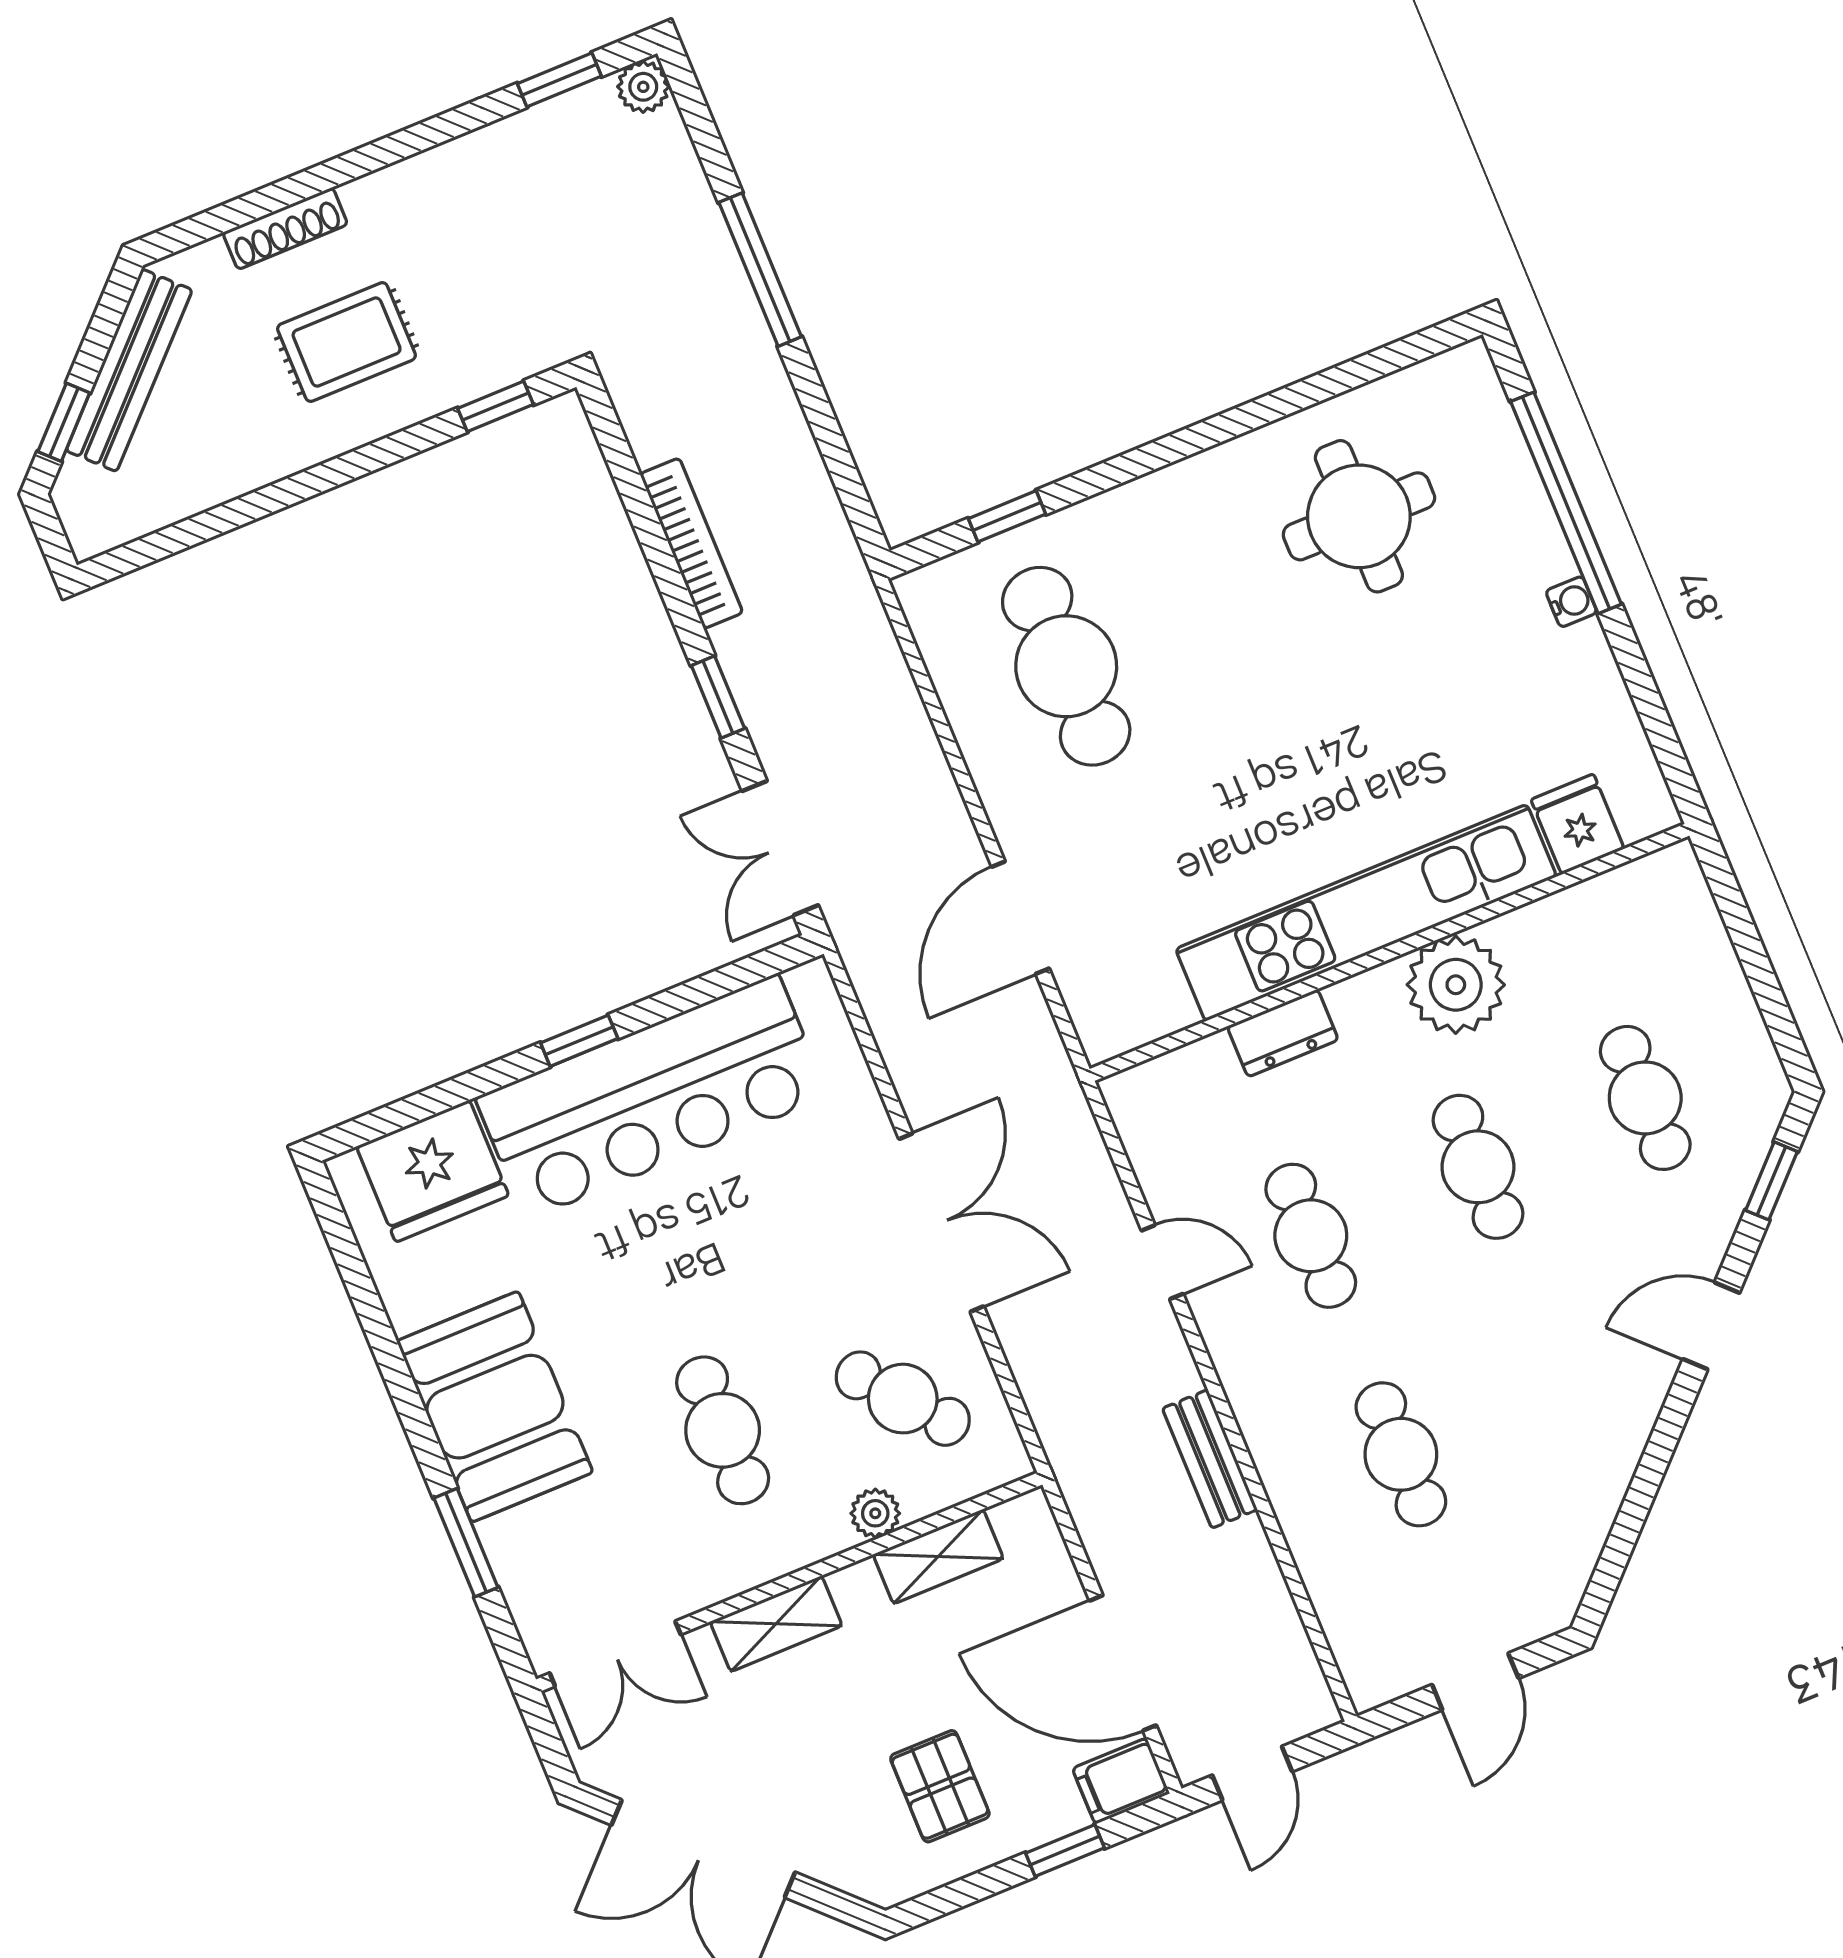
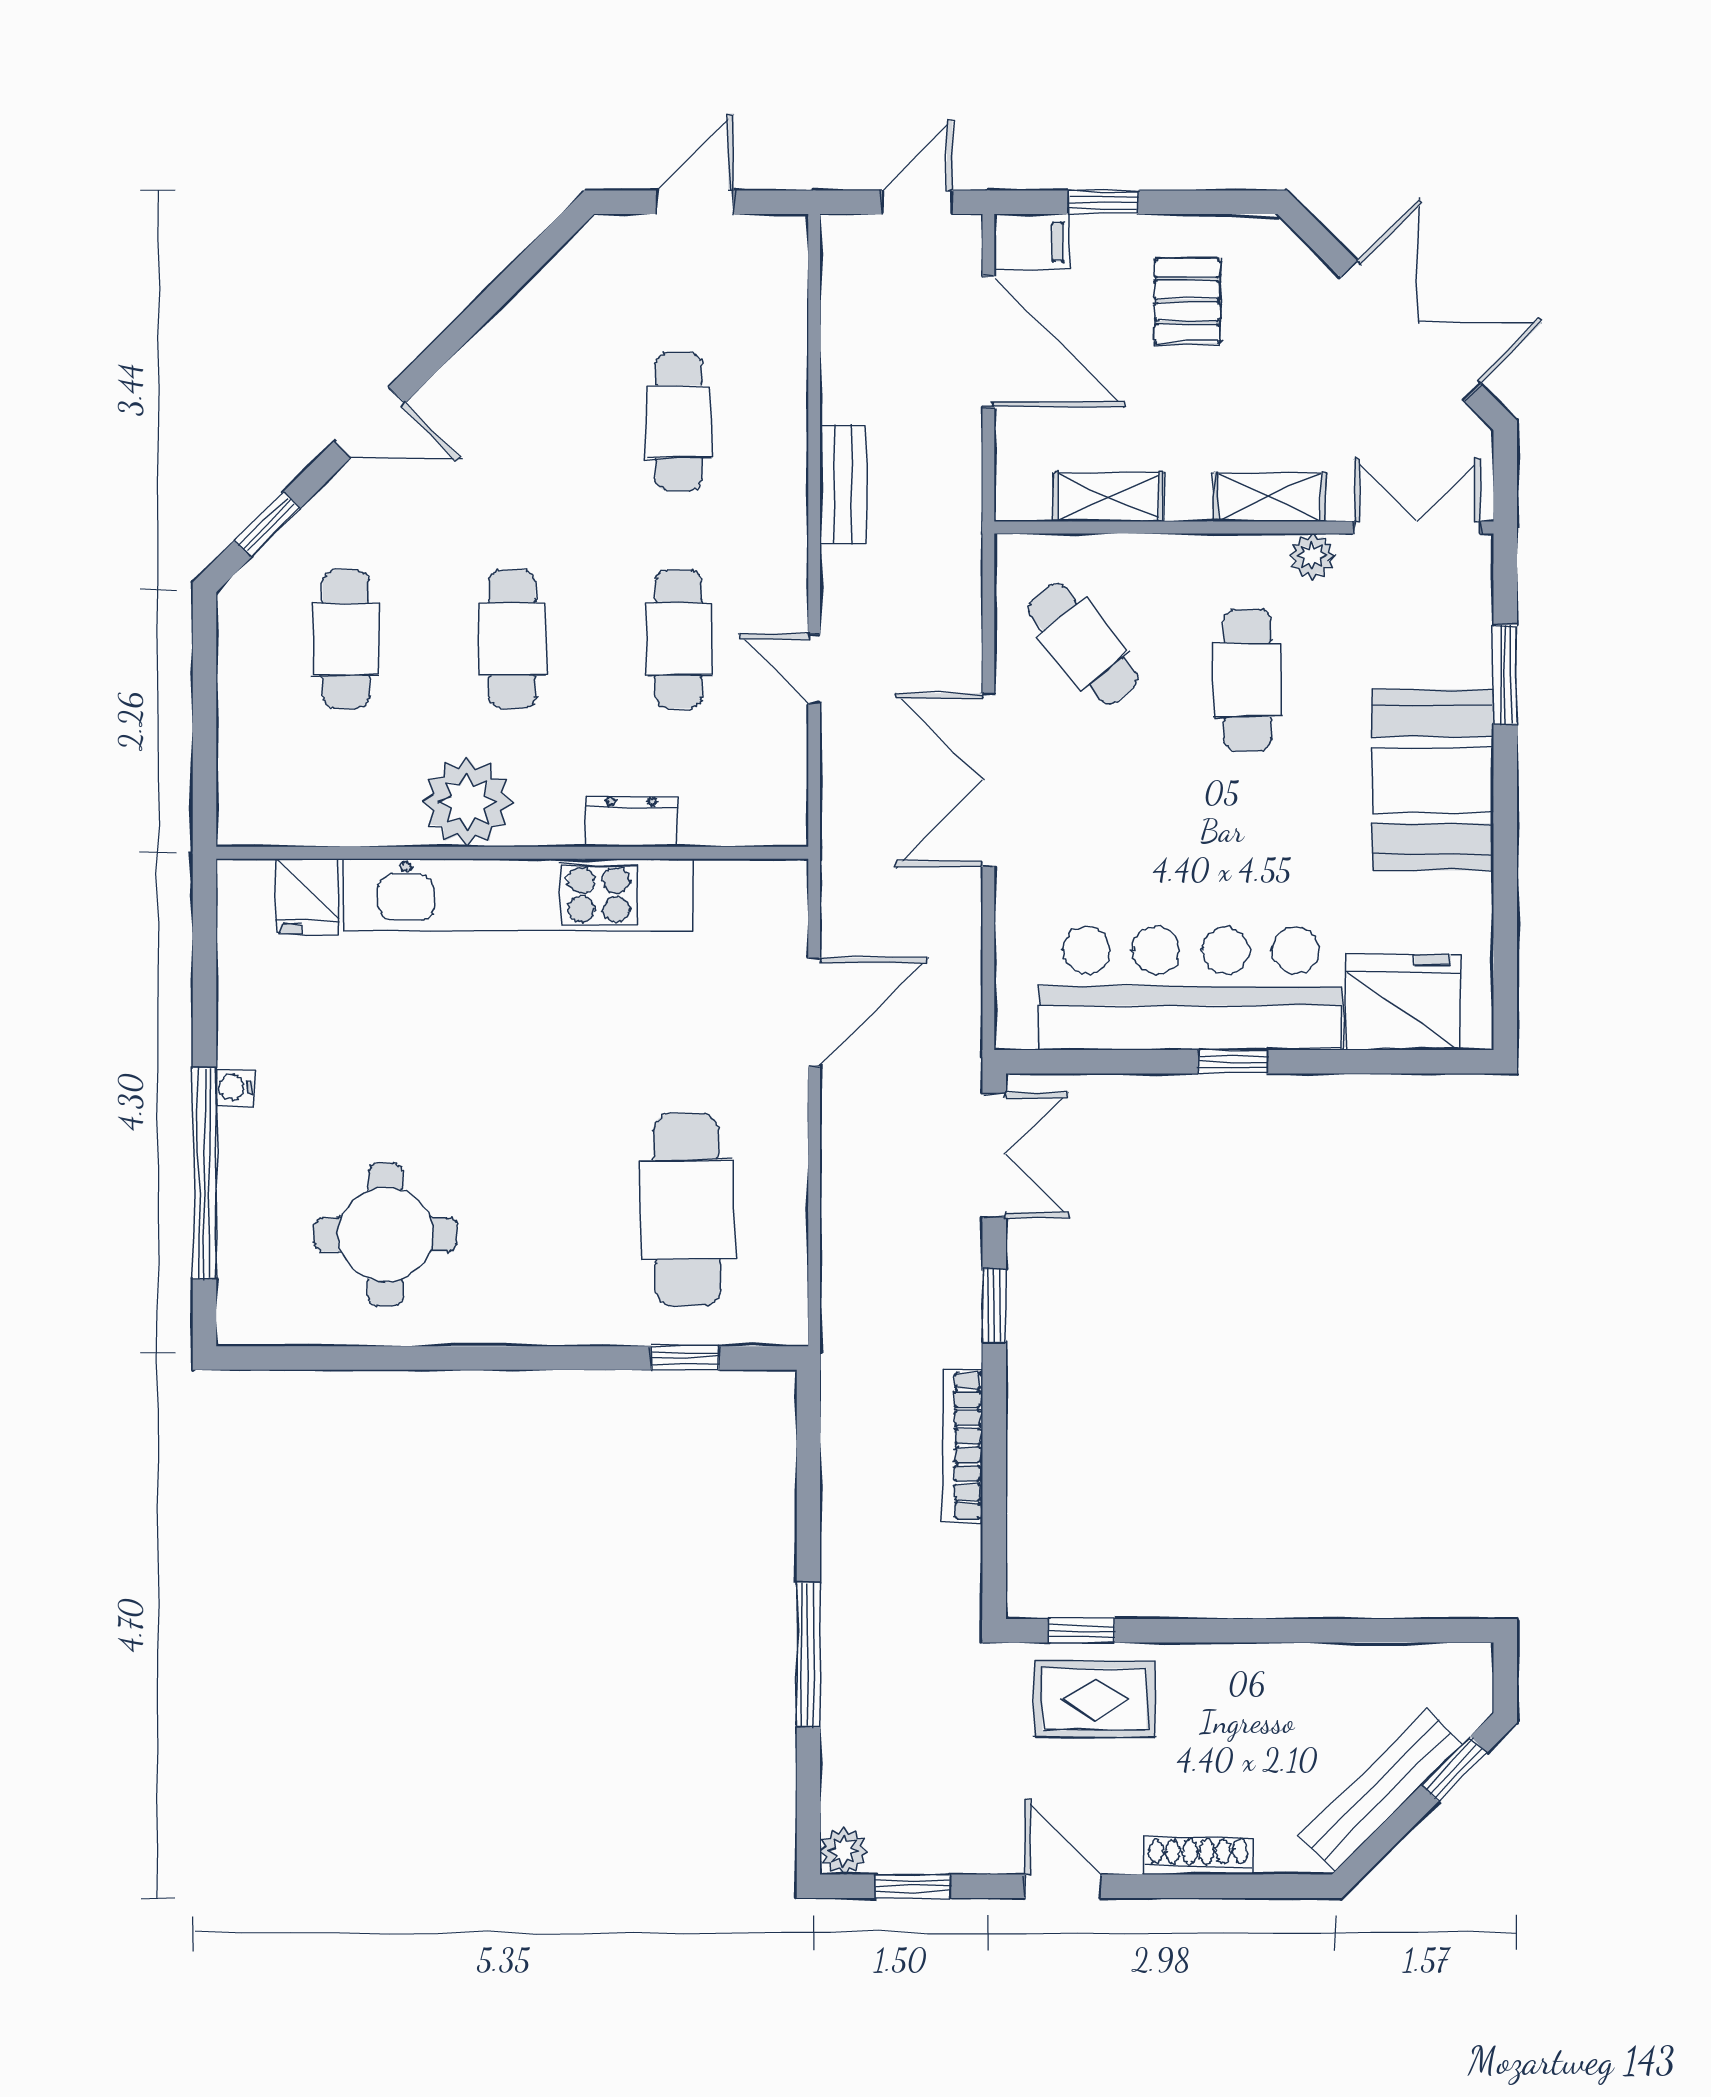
door: (409, 142) -> (1063, 1886), added
rug: (347, 342) -> (1095, 1699), moved
plant: (875, 1513) -> (1312, 556), moved

